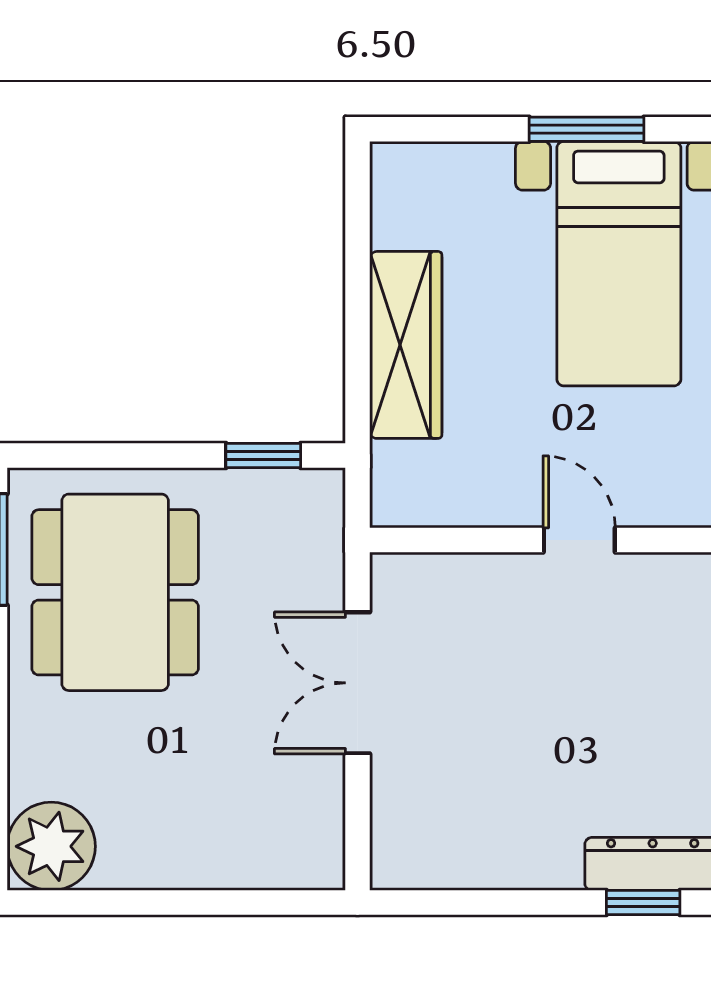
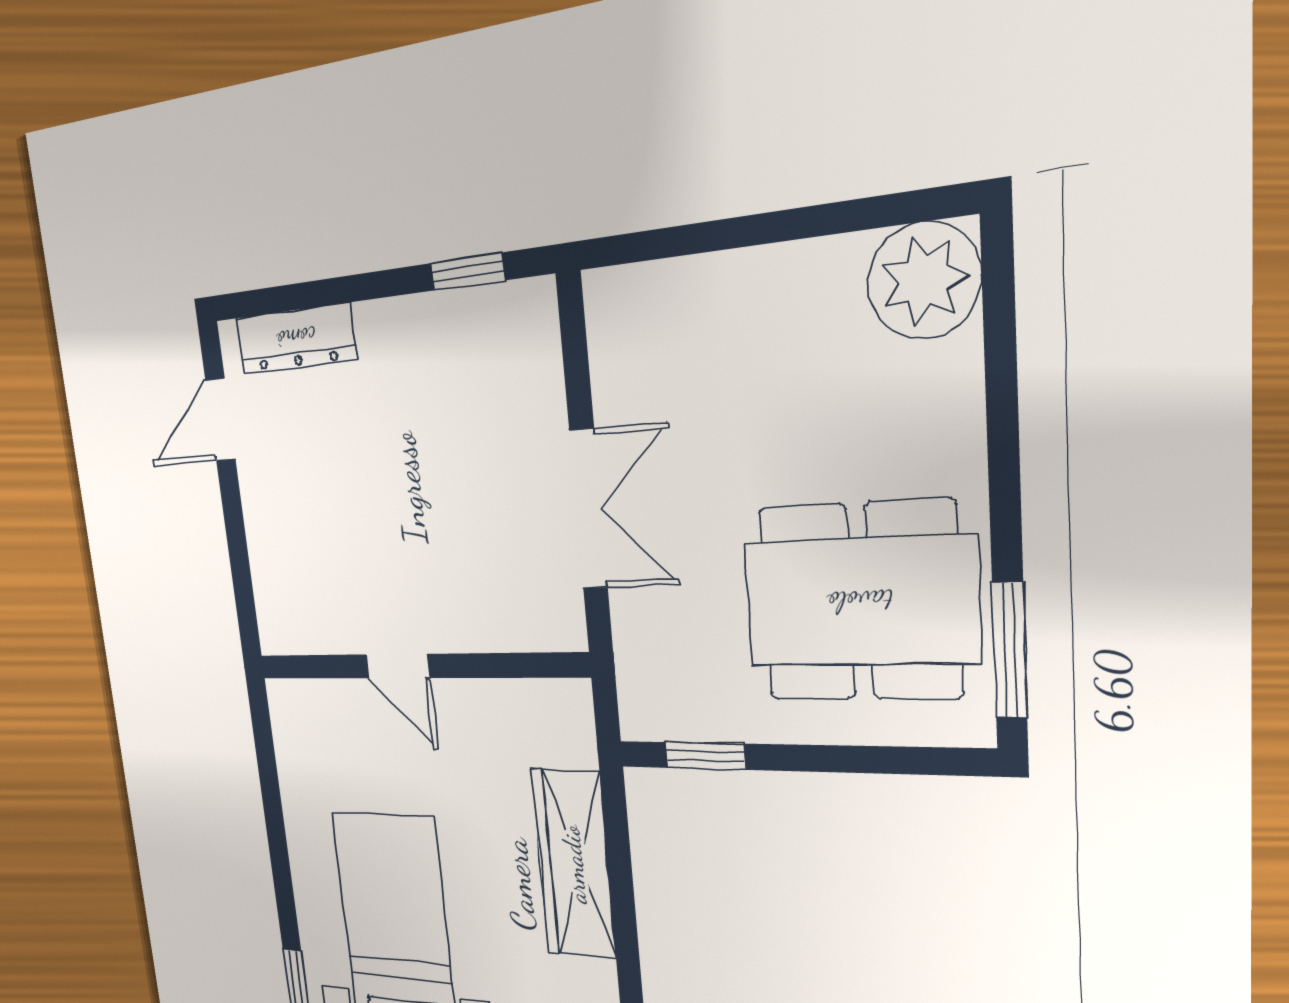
dining table: (115, 592) -> (860, 602), turned 90
window: (643, 903) -> (468, 272), moved

